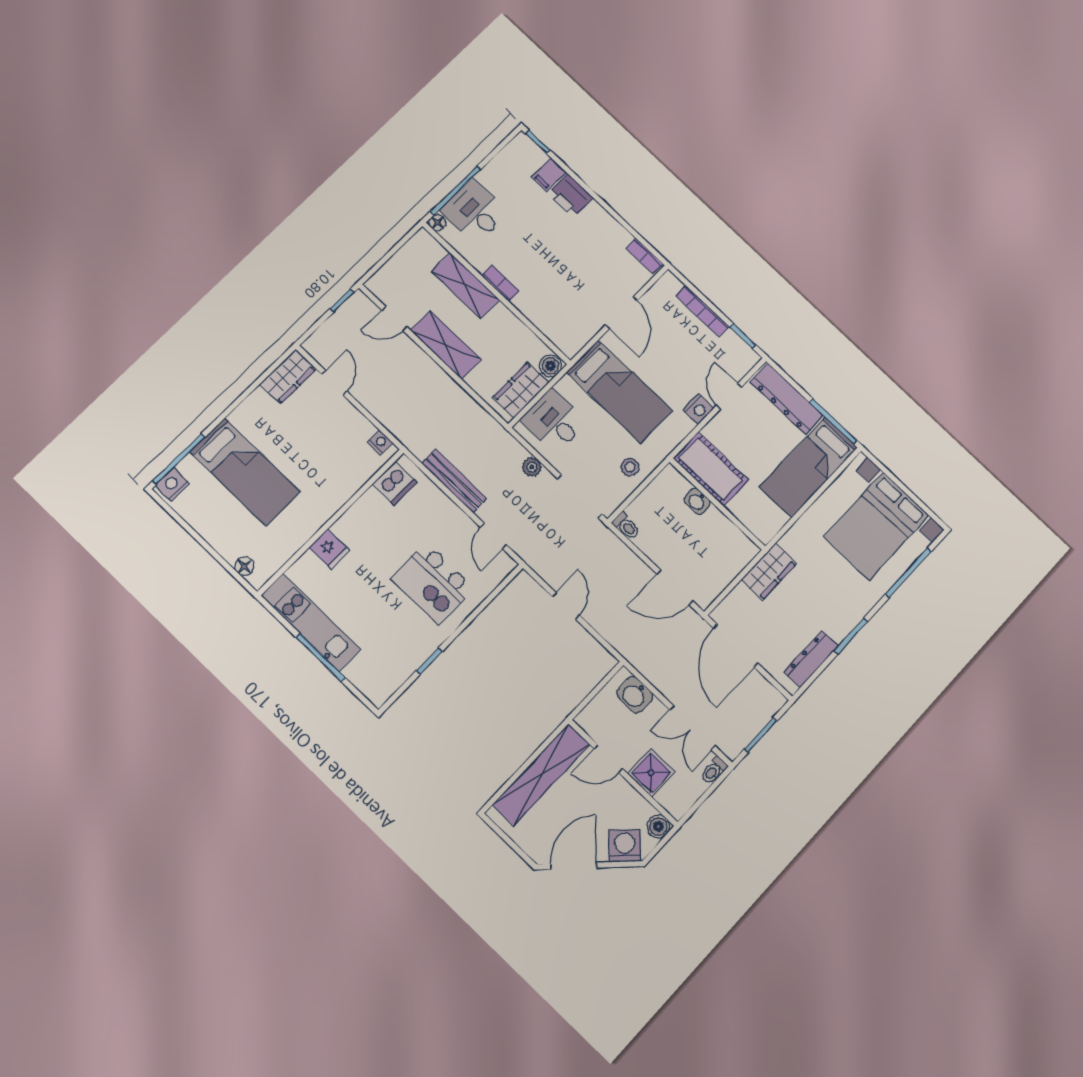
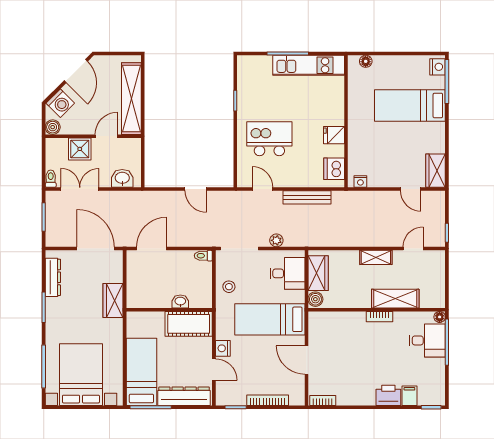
shelving: (446, 345) -> (376, 257), width x0.67, depth x0.75
fridge: (329, 549) -> (334, 135), moved

